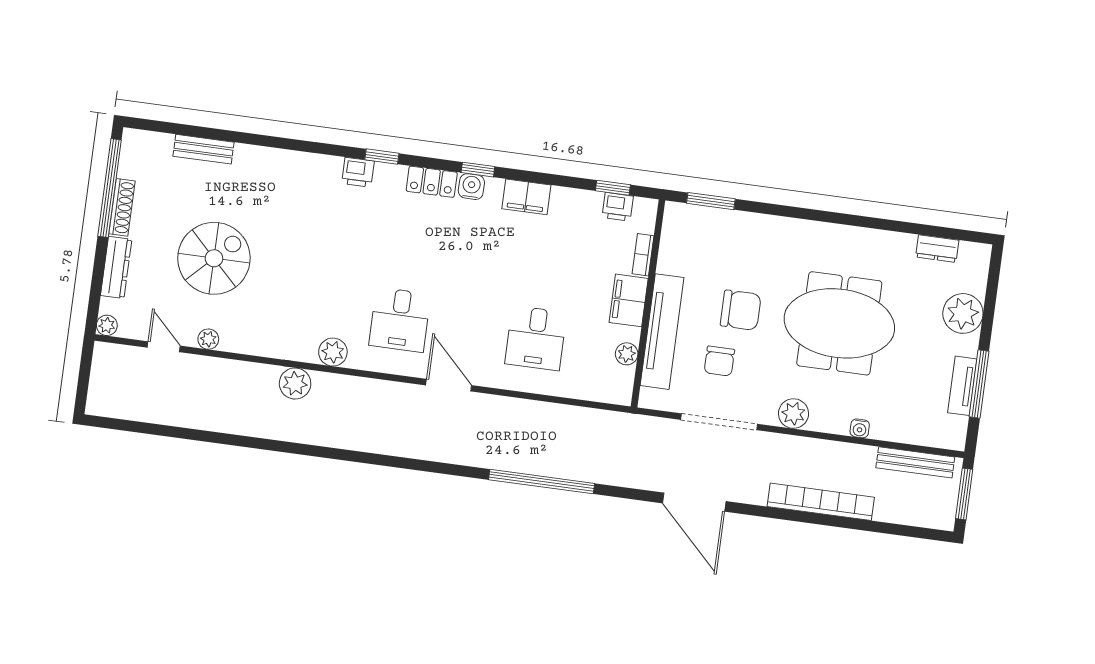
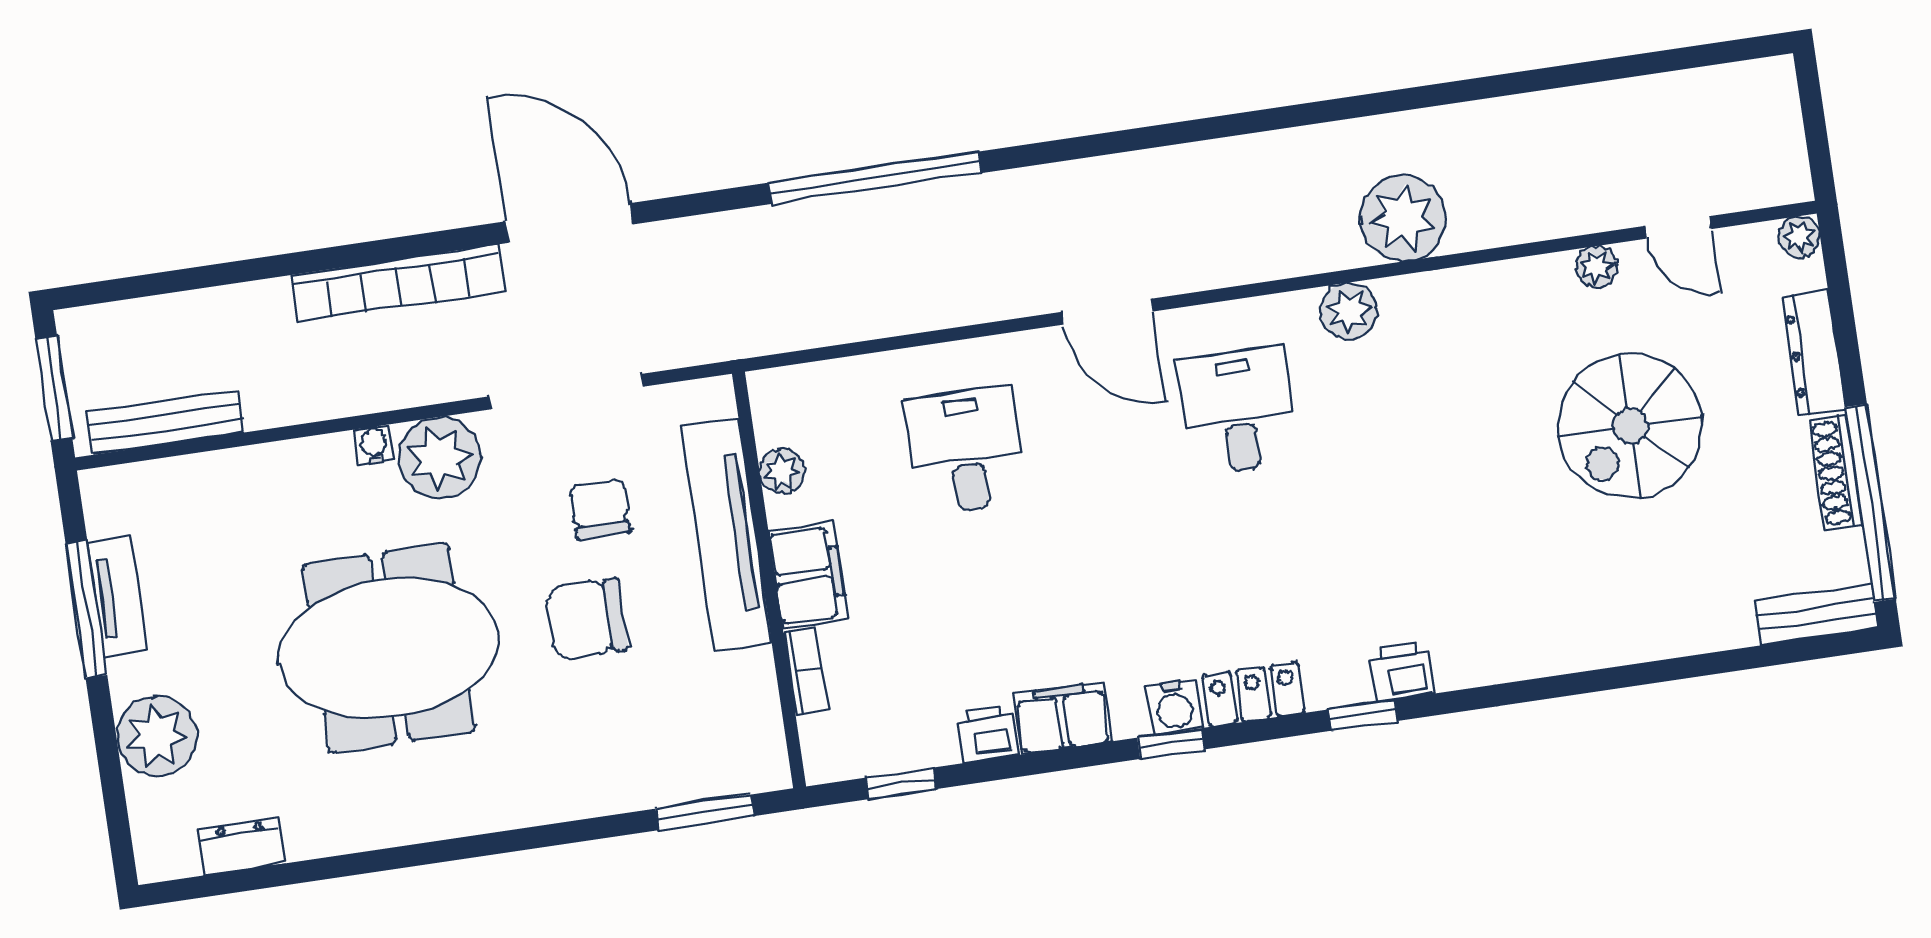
bench: (204, 149) -> (1817, 615), moved
printer: (618, 207) -> (986, 734), moved
plant: (295, 384) -> (1403, 218), width x1.36, depth x1.36
plant: (793, 414) -> (440, 458), width x1.36, depth x1.36
water cooler: (860, 428) -> (374, 445), moved
bookcase: (821, 502) -> (398, 283), moved

